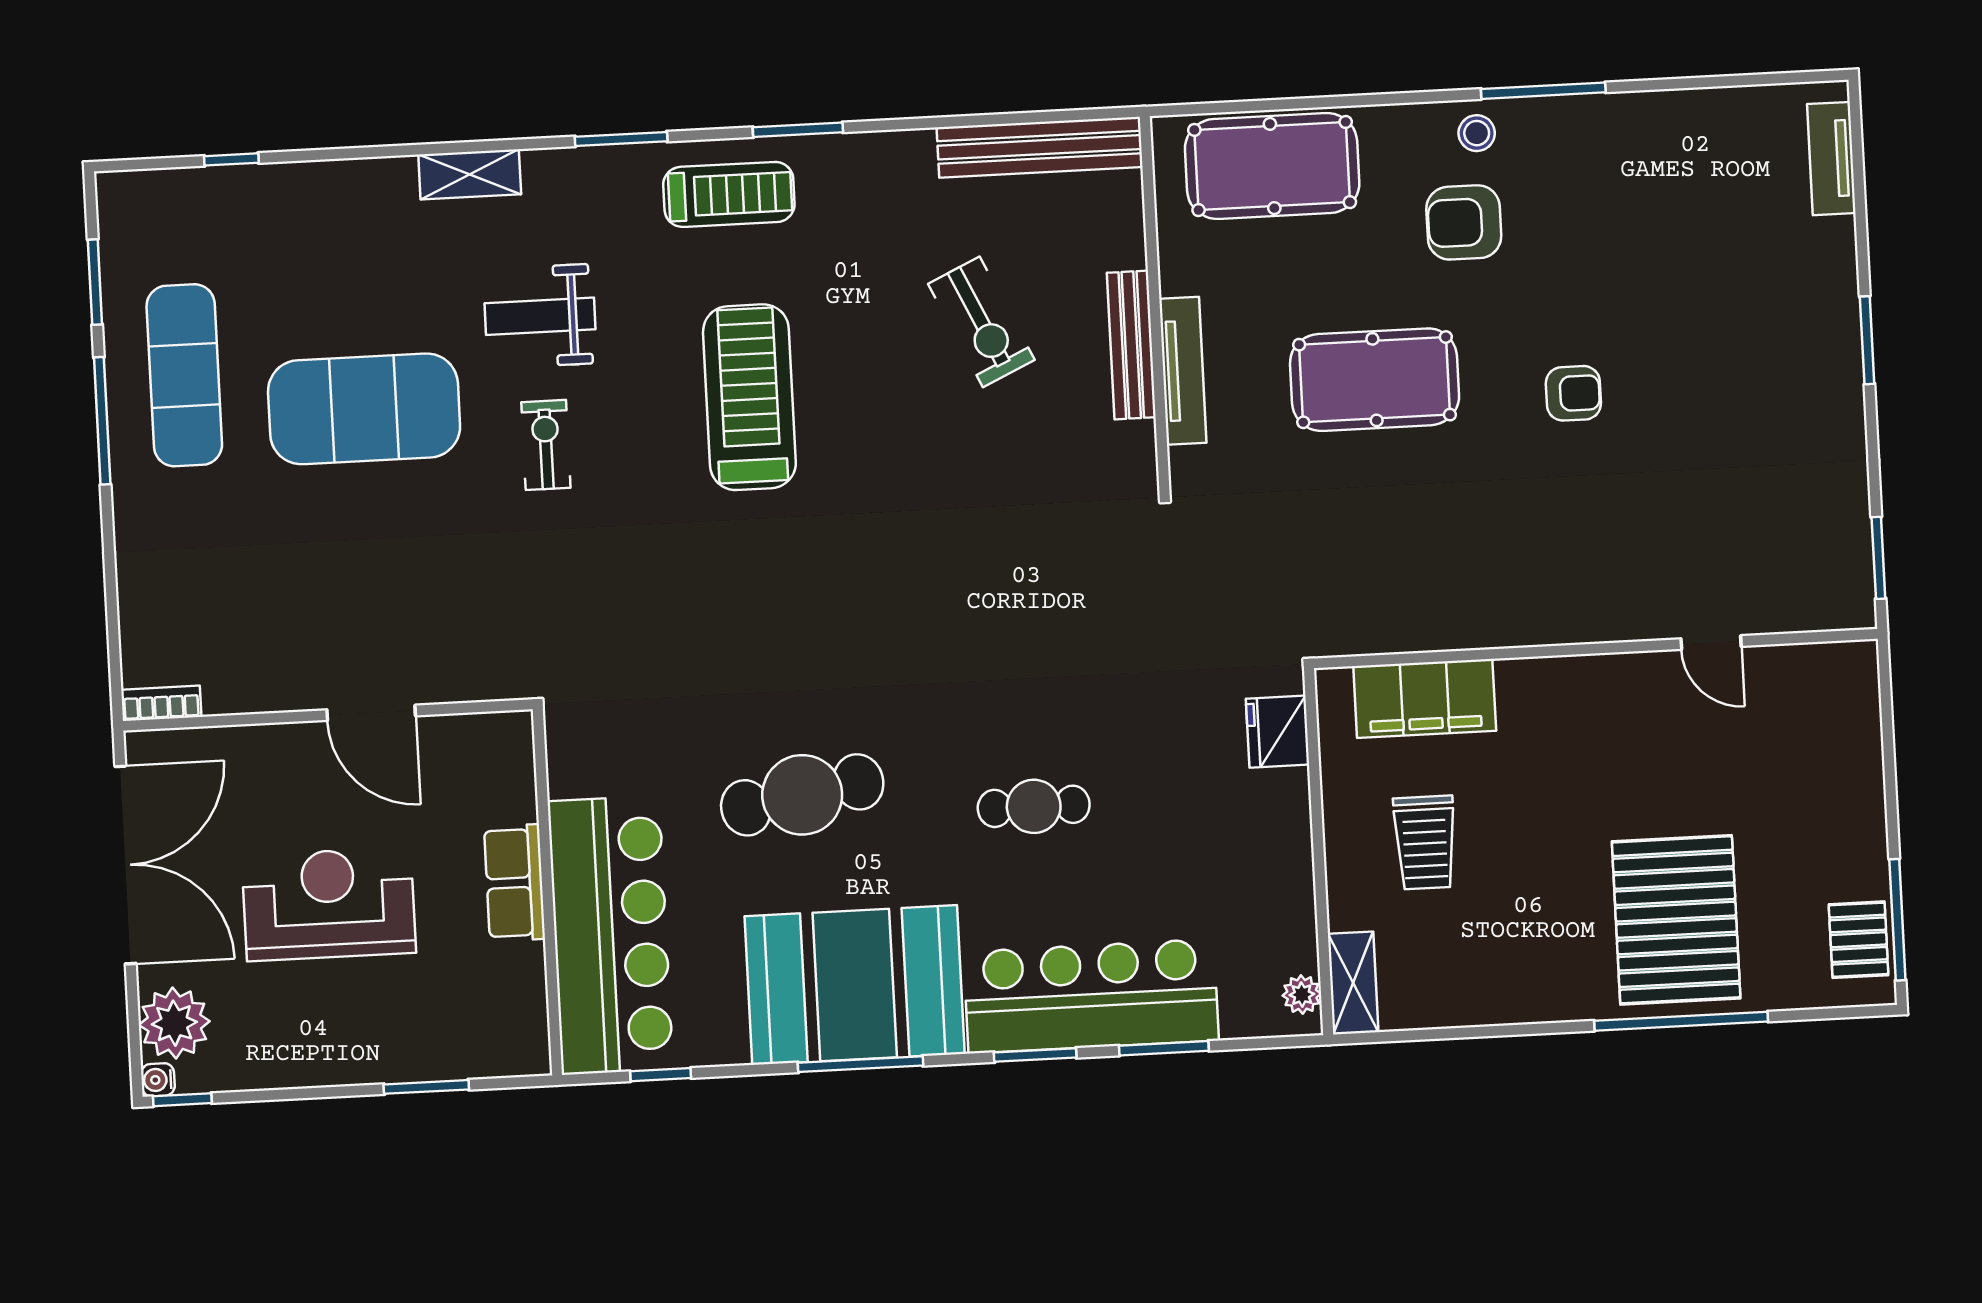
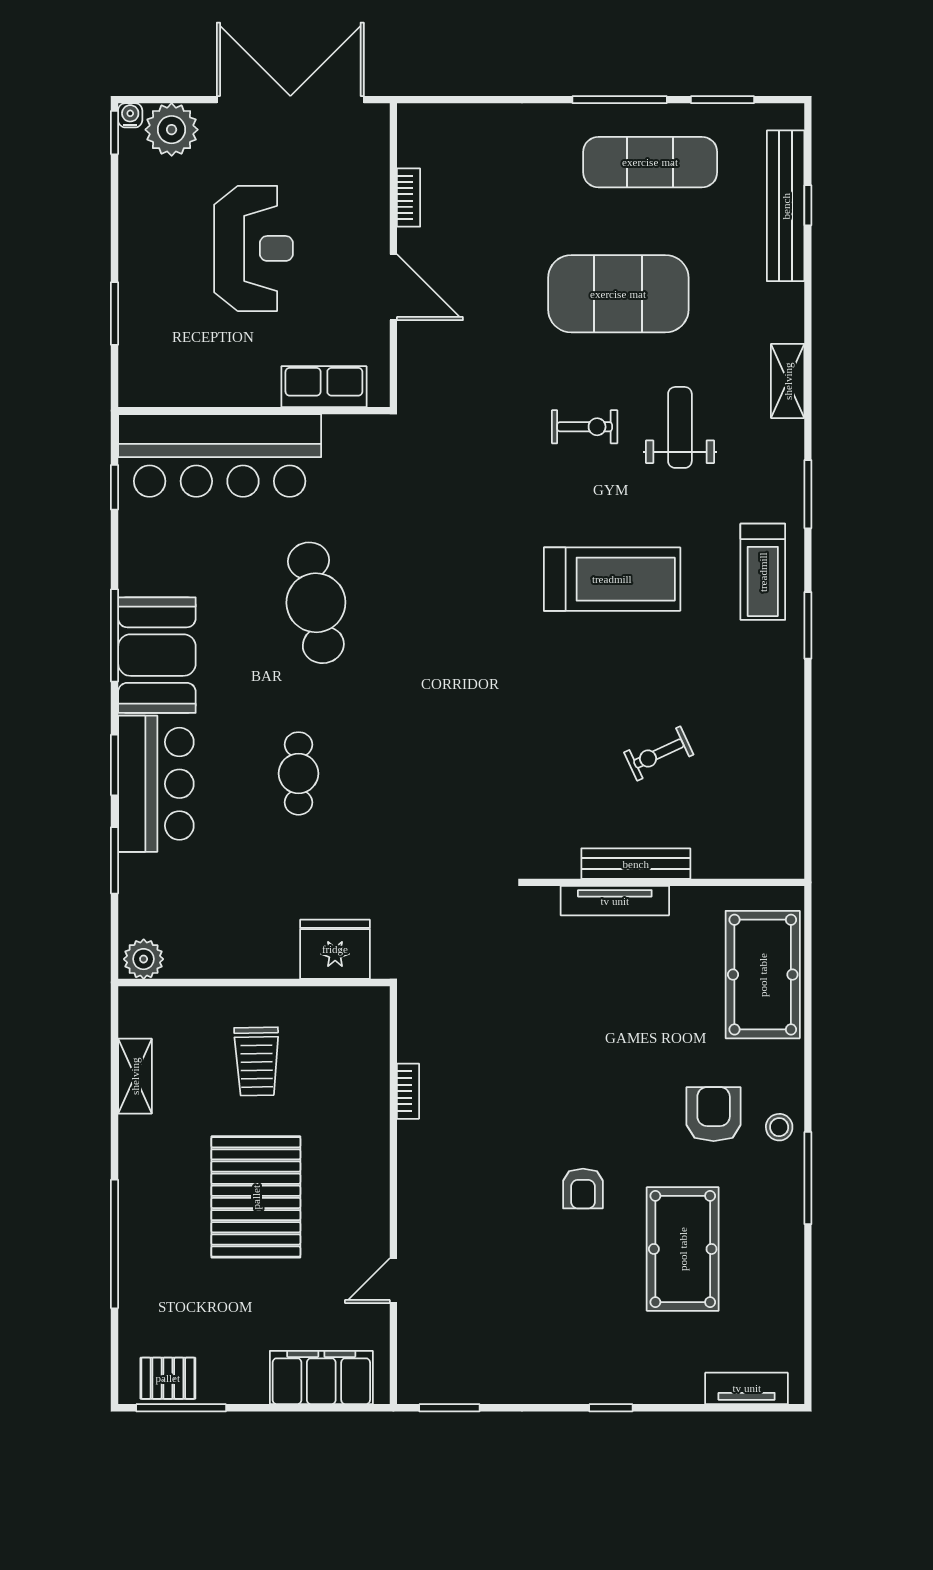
bench: (1040, 147) -> (786, 206), moved
exercise bike: (981, 322) -> (659, 754), width x0.73, depth x0.72
window: (1867, 340) -> (611, 1408), width x0.67
pool table: (1375, 380) -> (683, 1249), moved
exercise mat: (364, 409) -> (618, 294), turned 90
bookcase: (1454, 636) -> (408, 1091), added
filing cabinet: (1425, 699) -> (321, 1377), moved, turned 90
bookcase: (161, 703) -> (409, 198), moved
door: (371, 713) -> (393, 287), swing flipped
fridge: (1278, 732) -> (335, 949), width x1.36, depth x1.34
trolley: (1425, 842) -> (257, 1061), turned -91
double door: (125, 865) -> (290, 100), swing flipped
row of seats: (514, 883) -> (324, 387), moved
pallet: (1676, 920) -> (256, 1197), moved, turned 90
shelving: (1353, 983) -> (135, 1076), moved, turned 90
booth: (855, 985) -> (157, 655), width x0.73, depth x0.70
plant: (1302, 995) -> (144, 959), width x1.38, depth x1.38
bar counter: (1091, 996) -> (156, 784), width x0.73

